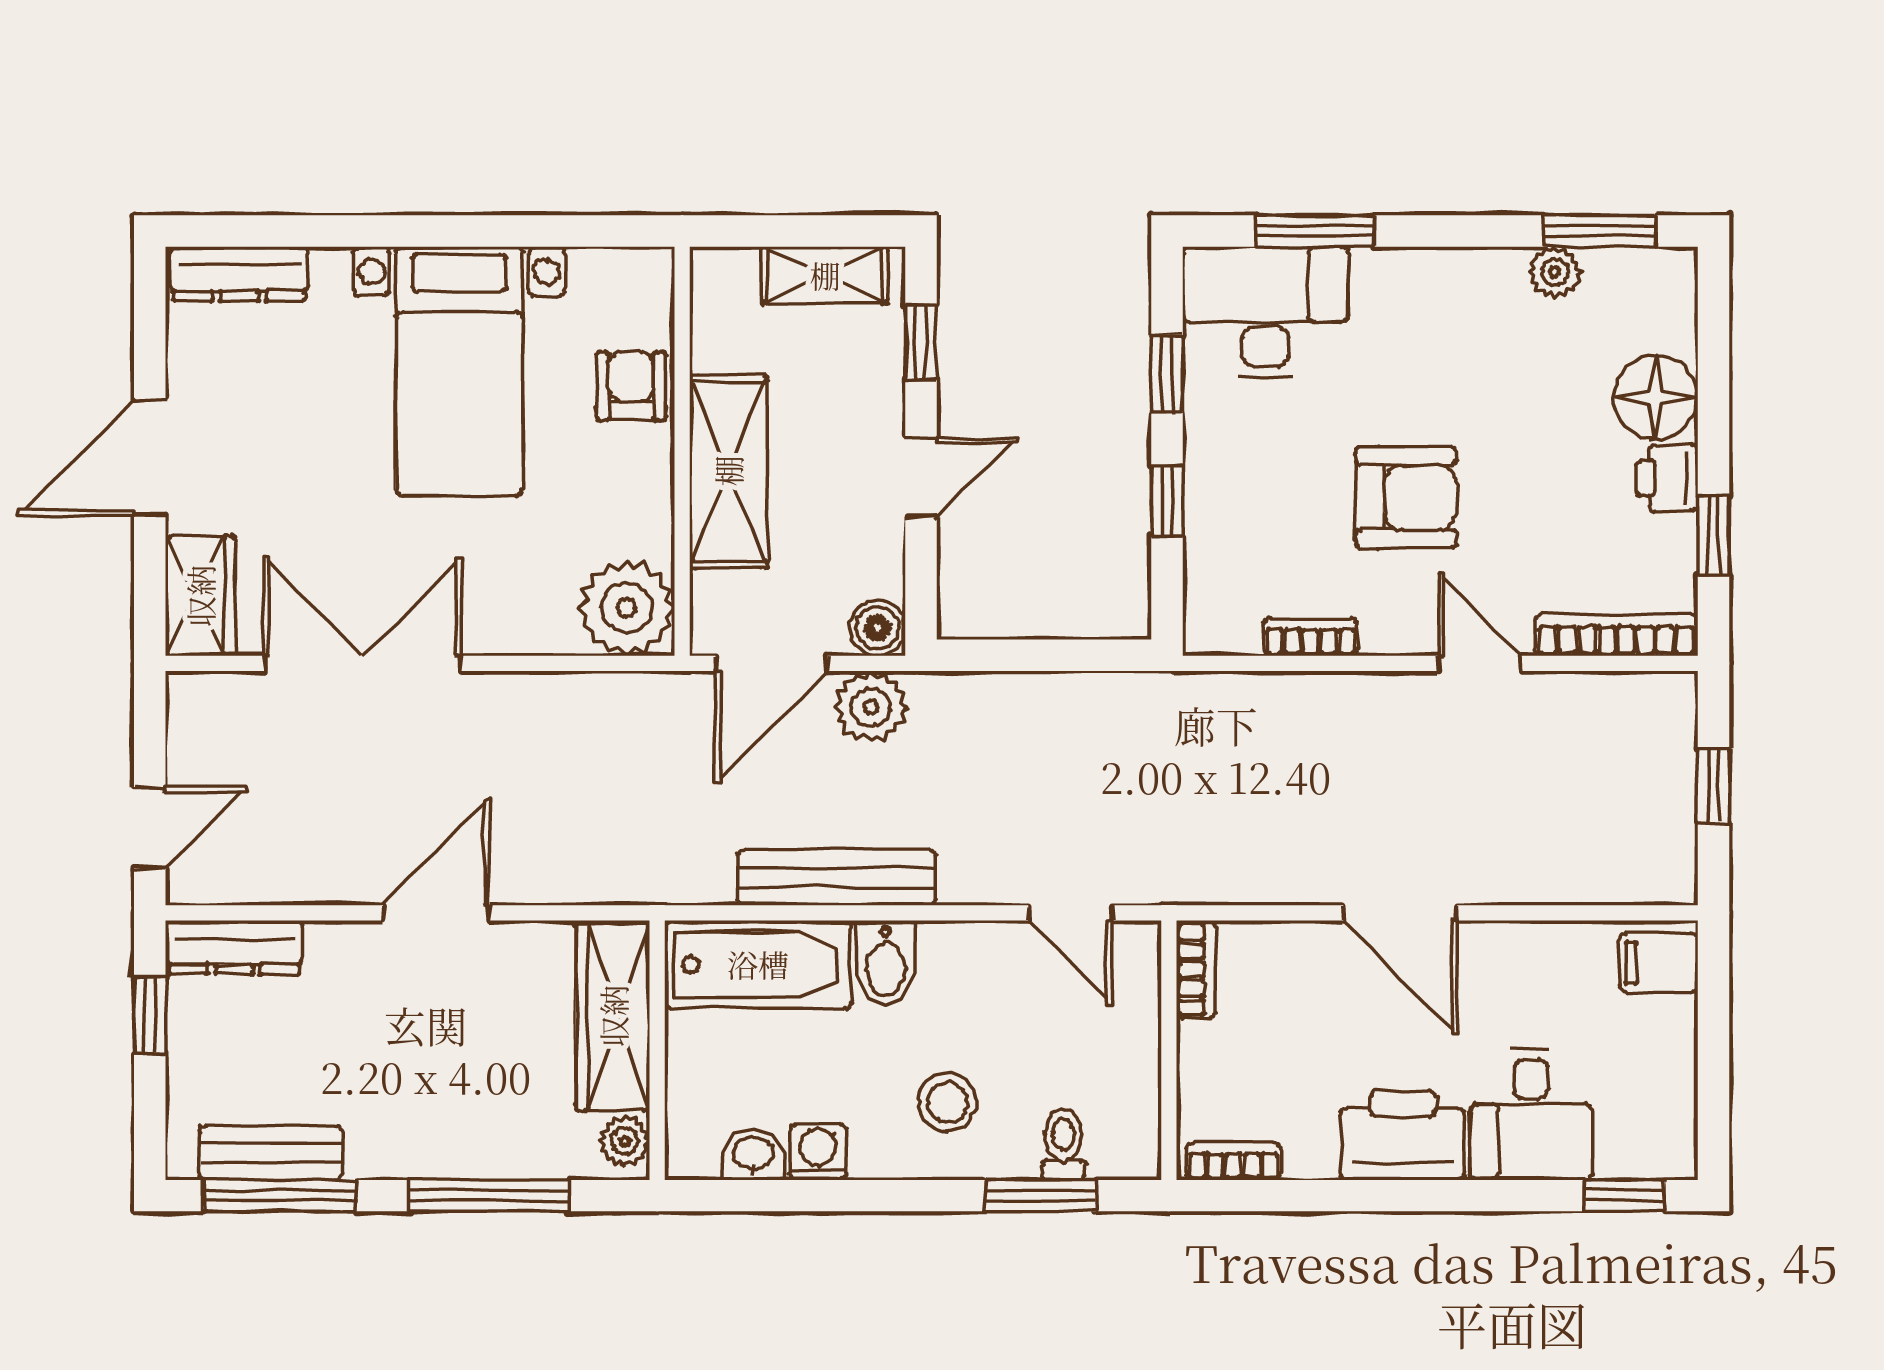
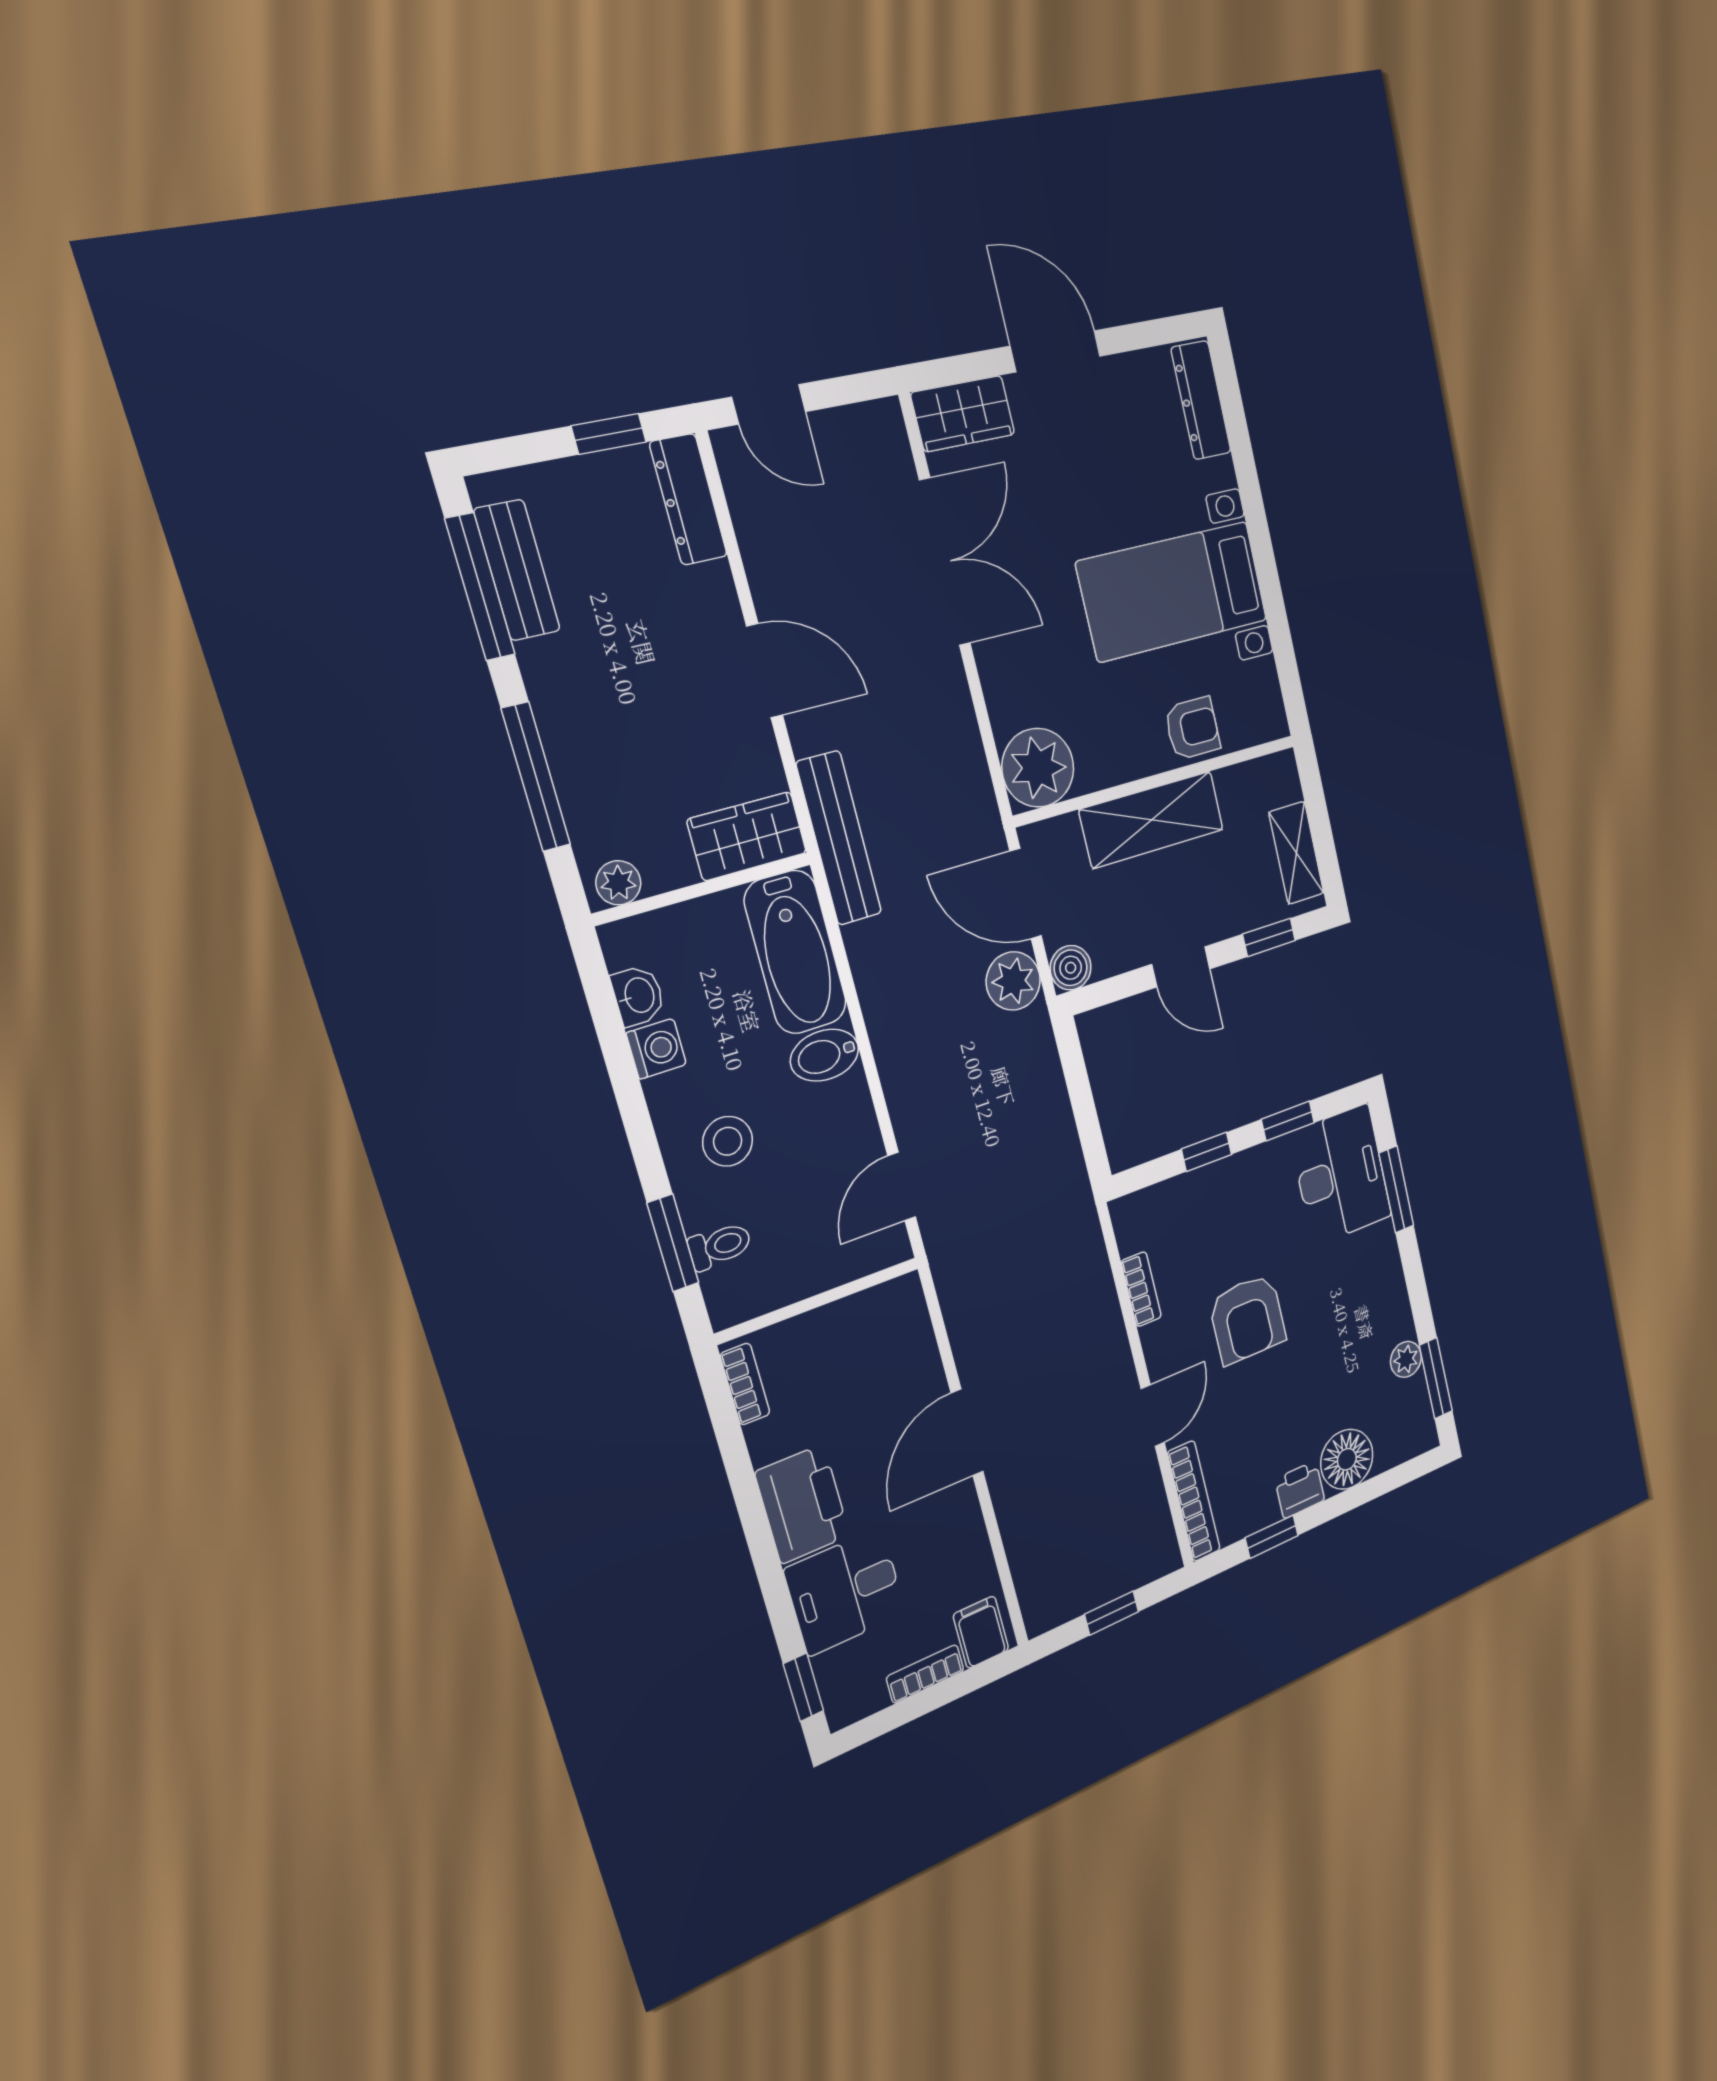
bench: (837, 878) -> (839, 838), moved
bookcase: (1196, 969) -> (925, 1674), moved, turned 180
wardrobe: (613, 1016) -> (747, 836), width x0.67

